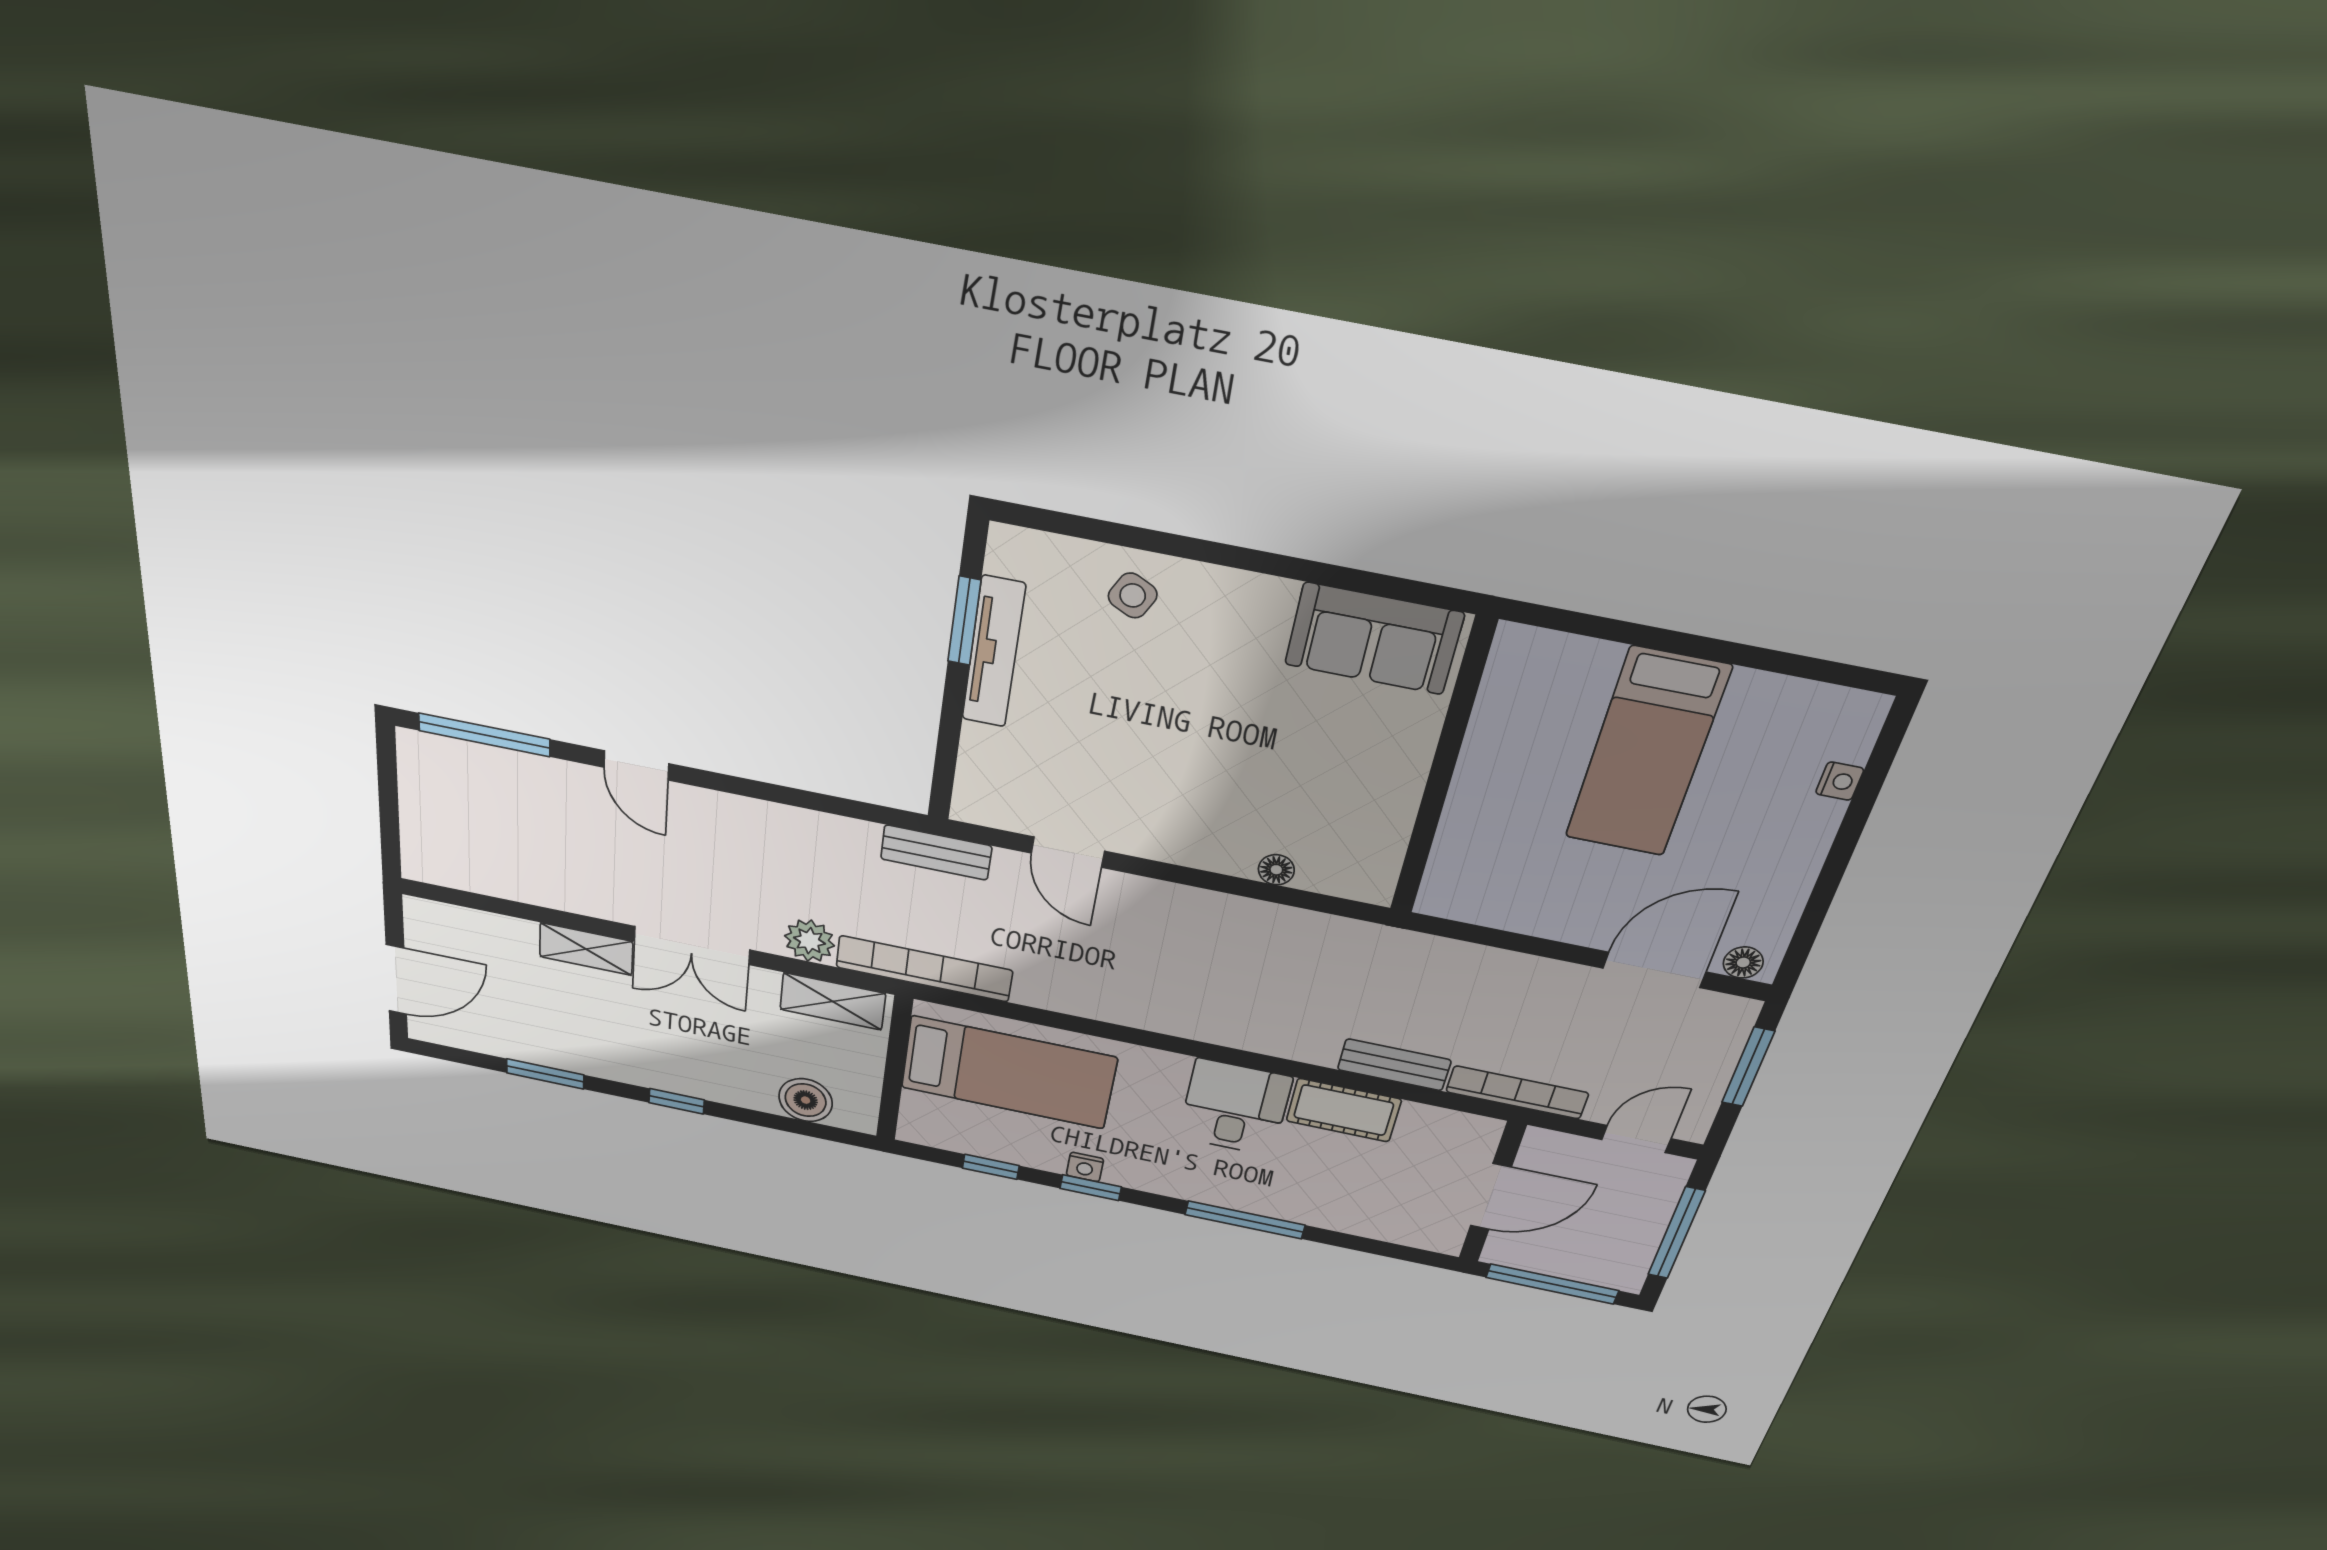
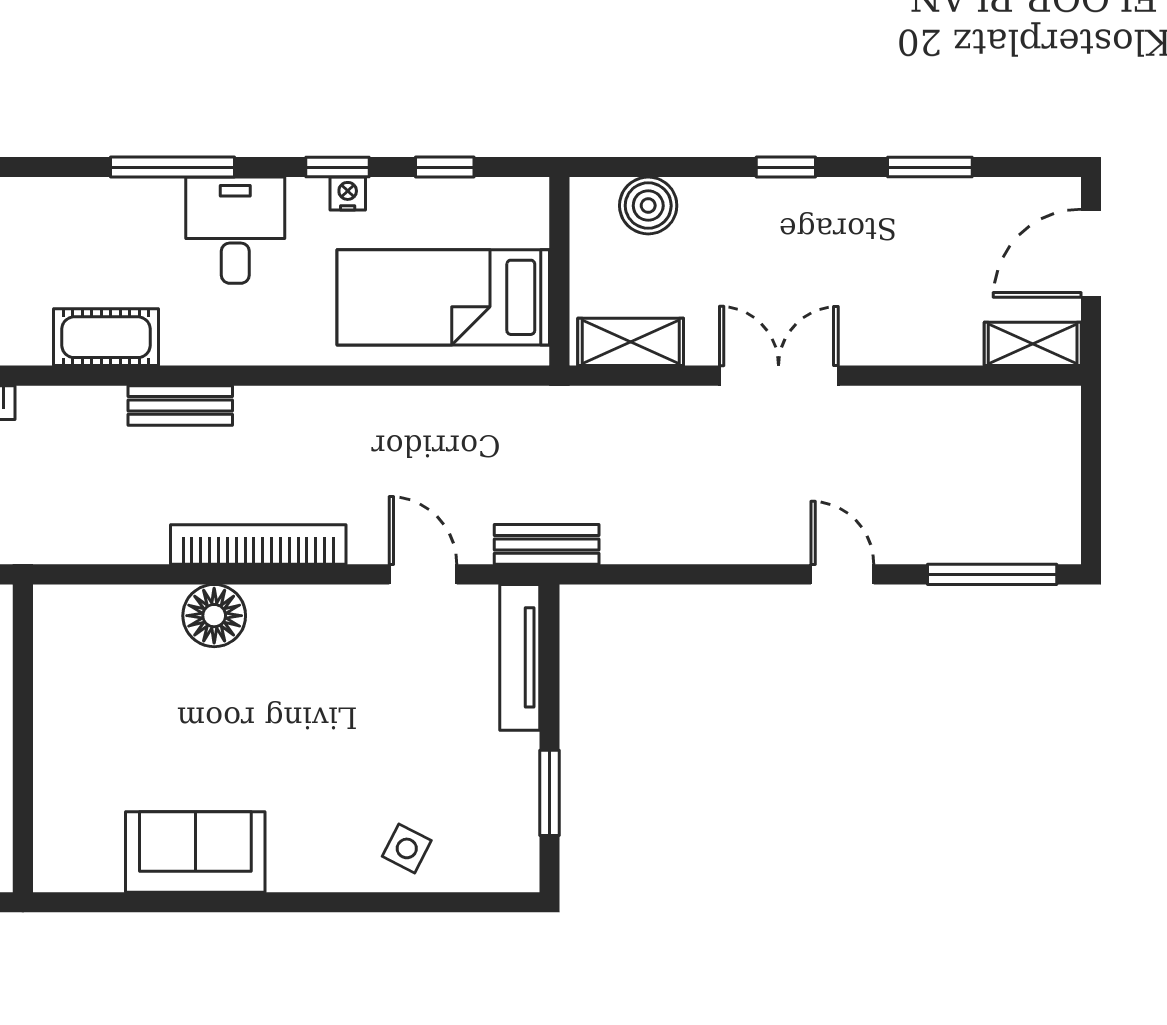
tv unit: (994, 652) -> (520, 657), moved
wall: (1442, 770) -> (23, 738), moved
floor lamp: (1276, 870) -> (214, 616), width x1.89, depth x1.89
plant: (809, 941) -> (660, 411), removed
shelving: (586, 949) -> (1033, 344), moved
bookcase: (924, 969) -> (258, 545), moved, turned 180
bench: (1394, 1065) -> (180, 405), moved
desk: (1235, 1107) -> (235, 230), moved, turned 180

